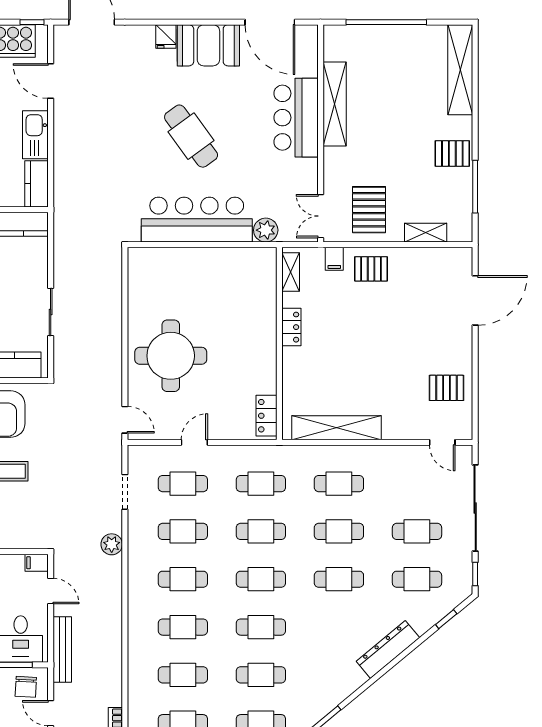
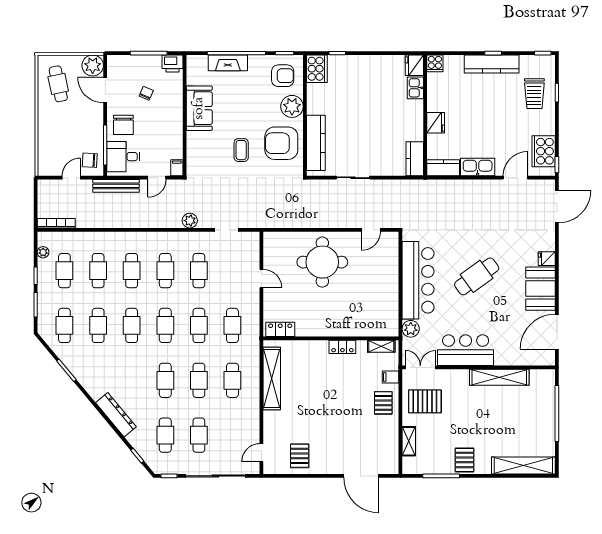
bar counter: (296, 118) -> (466, 350), moved
door: (125, 420) -> (371, 230), moved
cafe table: (183, 484) -> (232, 271), removed

